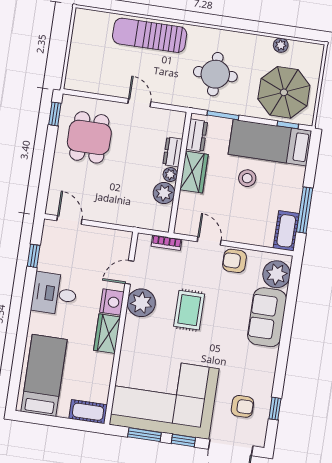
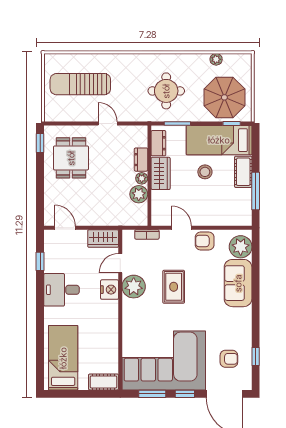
sun lounger: (150, 35) -> (80, 84), moved
cot: (286, 231) -> (243, 172), moved
wardrobe: (107, 334) -> (103, 239), moved, turned -90

